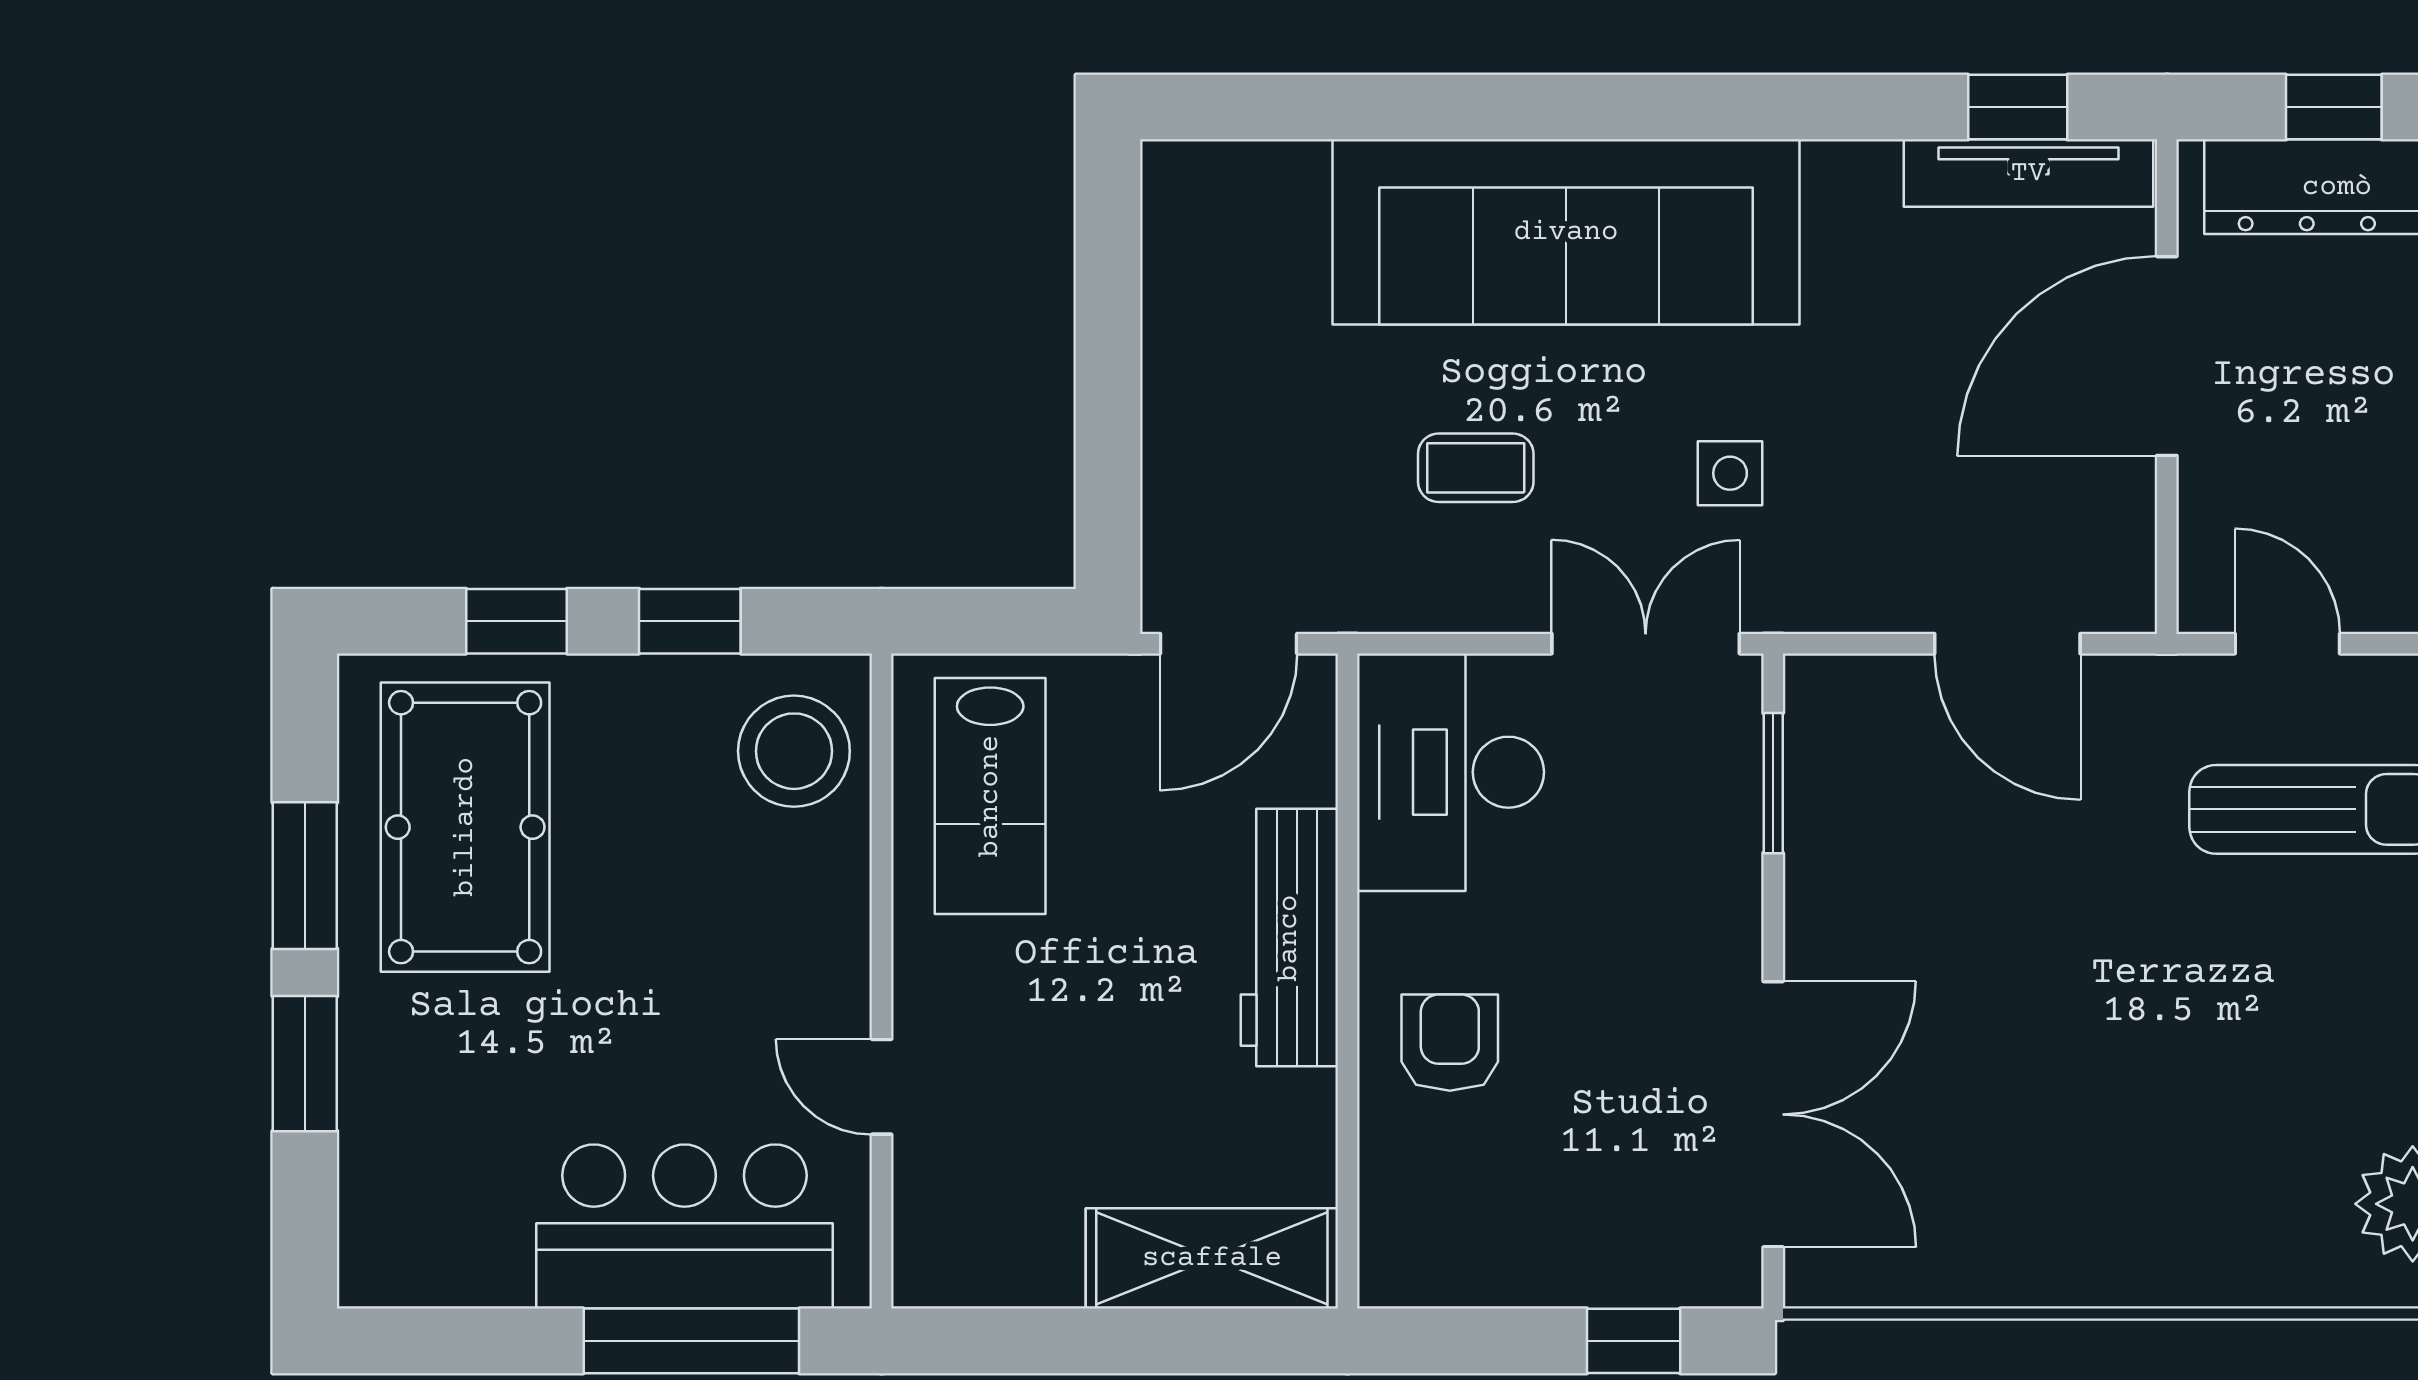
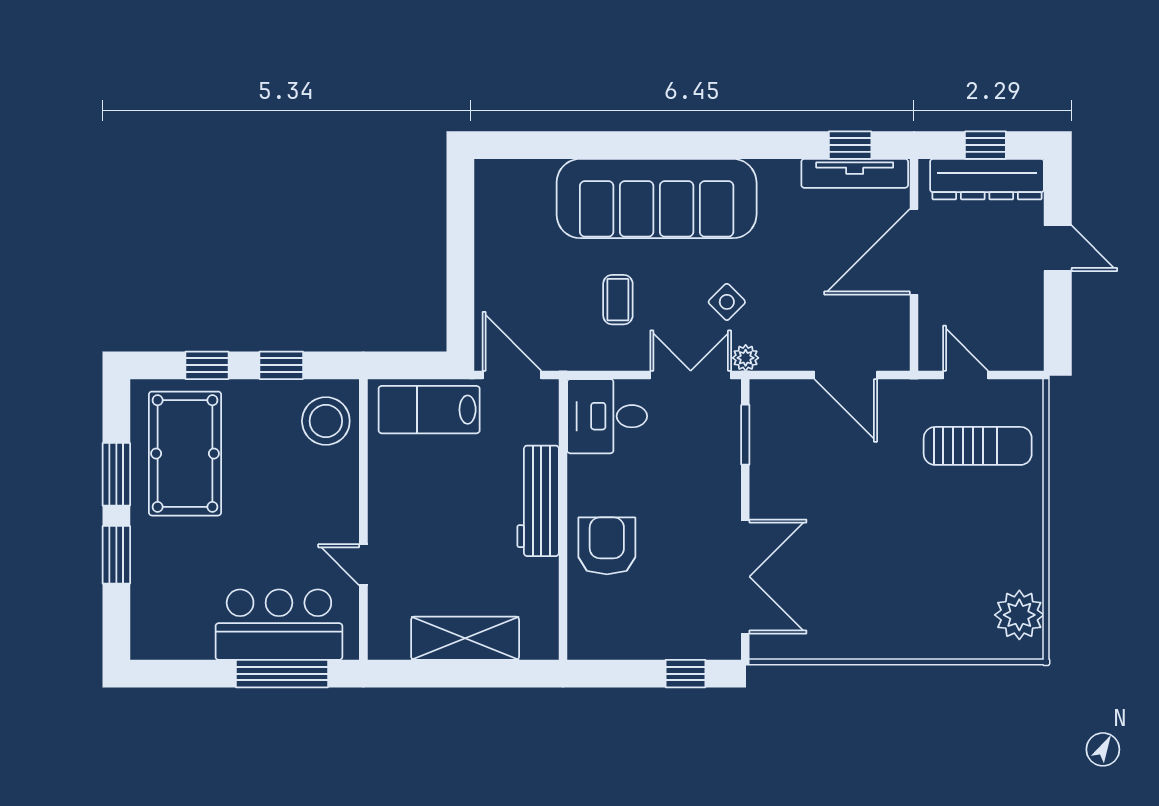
coffee table: (1476, 468) -> (618, 300), turned 90
side table: (1730, 473) -> (727, 302), turned 45
plant: (1774, 604) -> (746, 358), added
door: (1229, 644) -> (512, 375), swing flipped
desk: (1450, 772) -> (607, 416), width x0.73
lab bench: (990, 796) -> (429, 410), moved, turned 90
armchair: (1450, 1043) -> (607, 546), width x1.38, depth x1.38
shelving: (1212, 1258) -> (465, 638), moved

